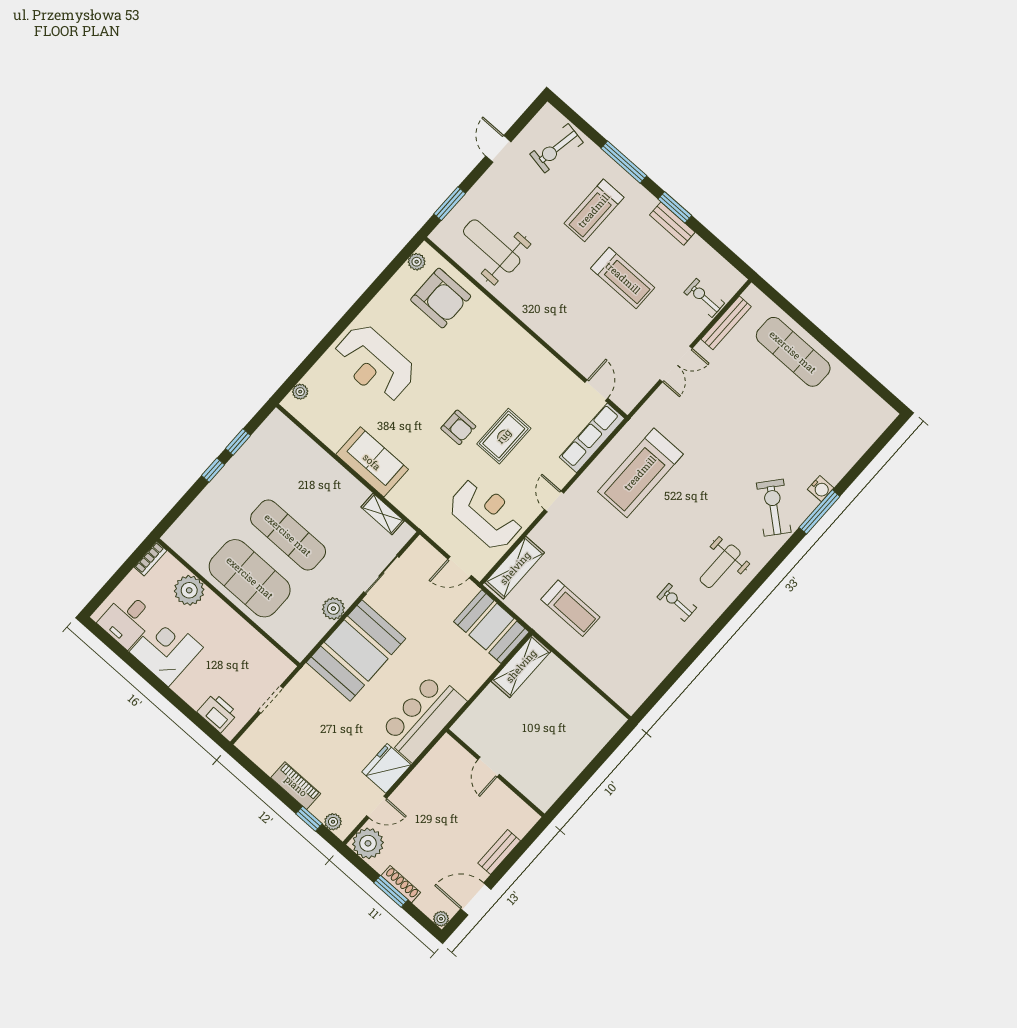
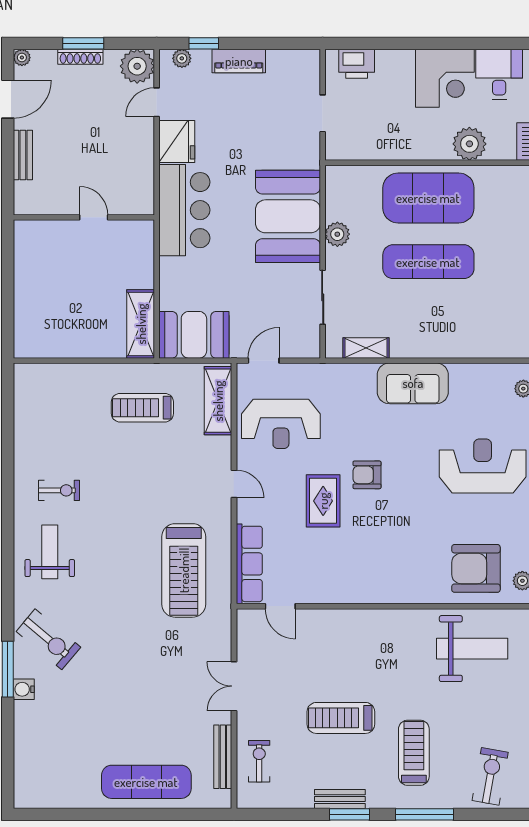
exercise bike: (704, 298) -> (259, 761), turned -90
treadmill: (640, 473) -> (184, 570), turned 180

